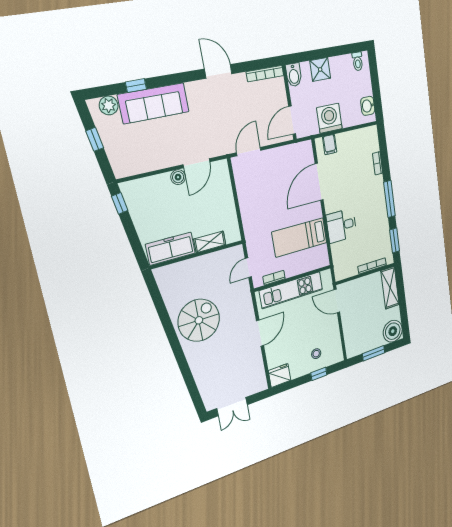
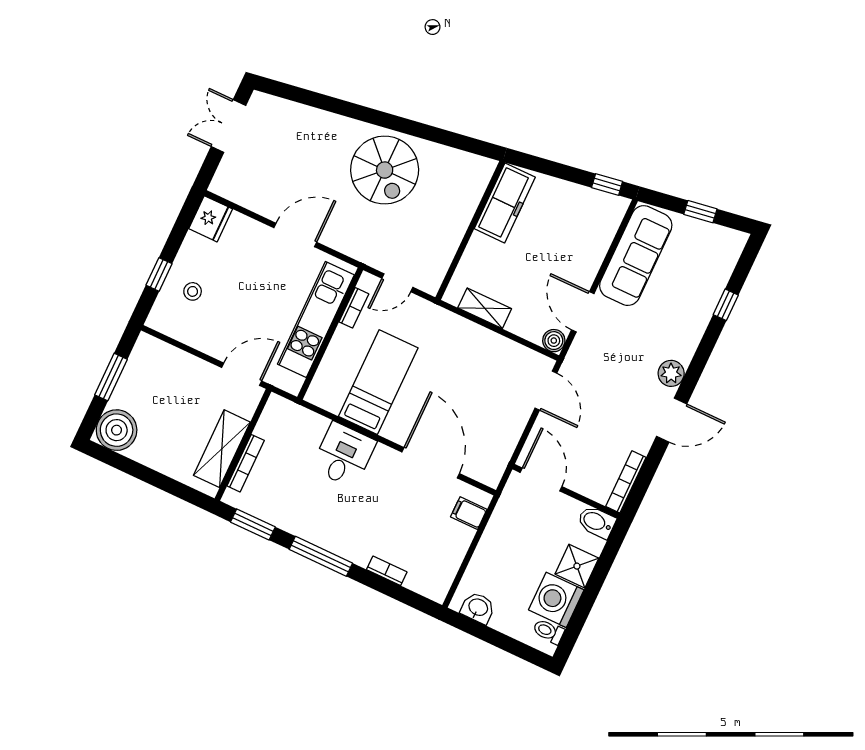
sofa: (154, 103) -> (636, 256), moved, turned 180
plant: (109, 105) -> (671, 373), moved
washing machine: (329, 118) -> (556, 600), moved, turned 180
boiler: (178, 177) -> (554, 341), moved
shelving: (210, 242) -> (485, 308), moved, turned 90
door: (248, 268) -> (397, 283), swing flipped
shelving: (390, 288) -> (222, 449), moved, turned 90
door: (260, 333) -> (295, 235), swing flipped

